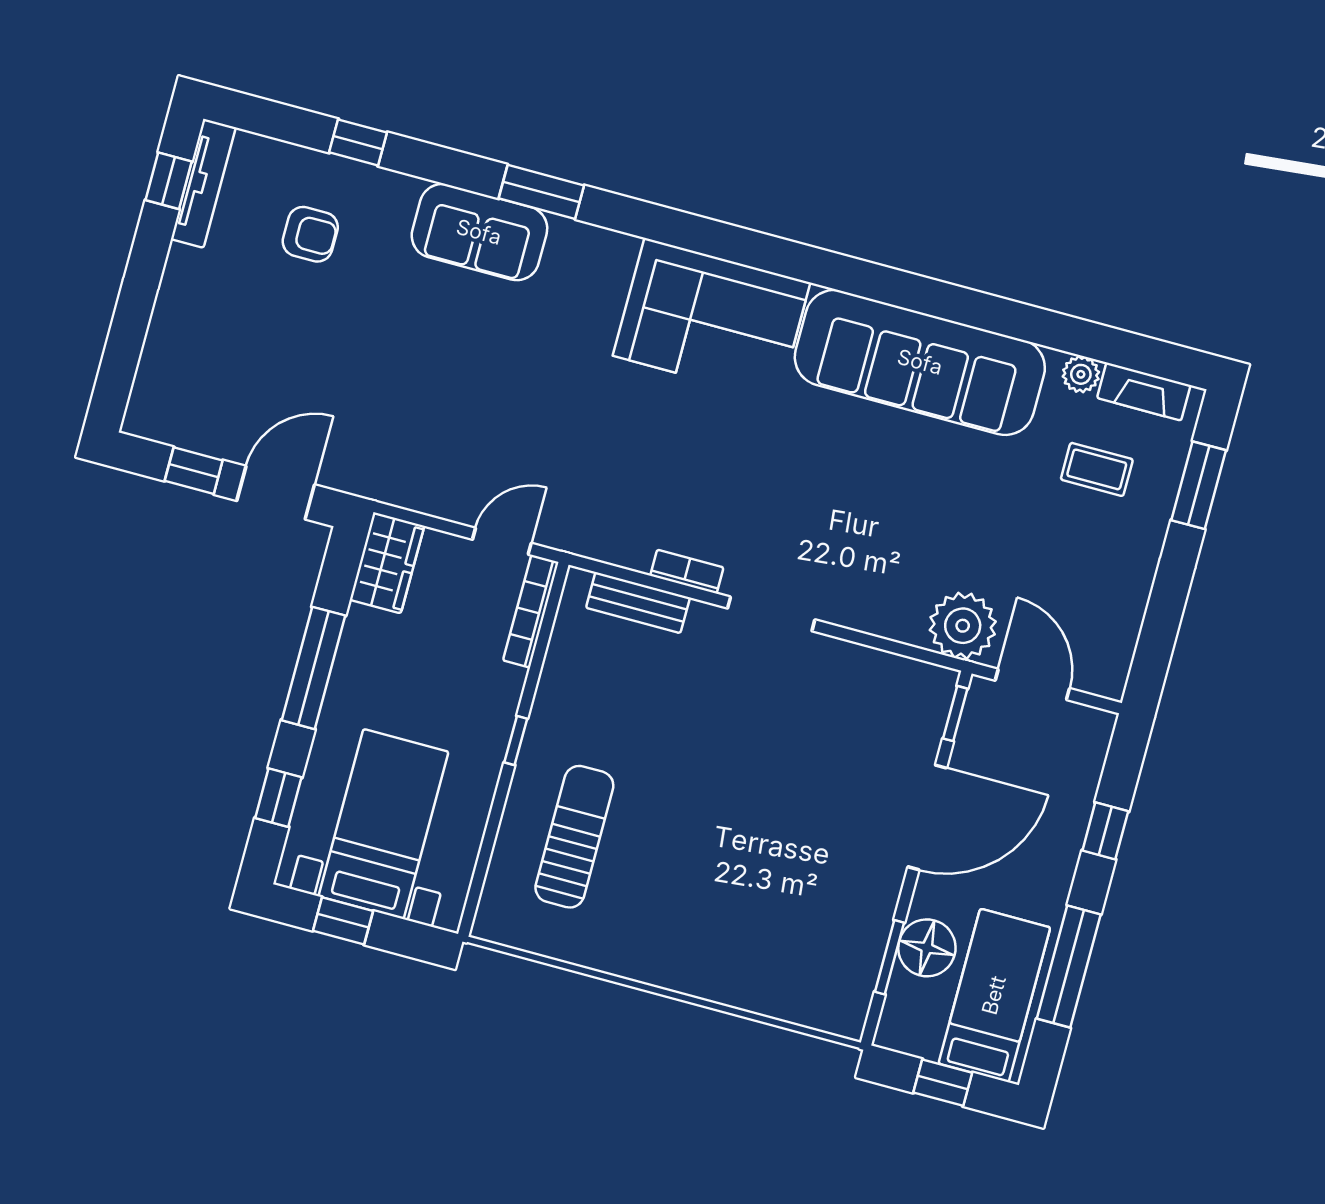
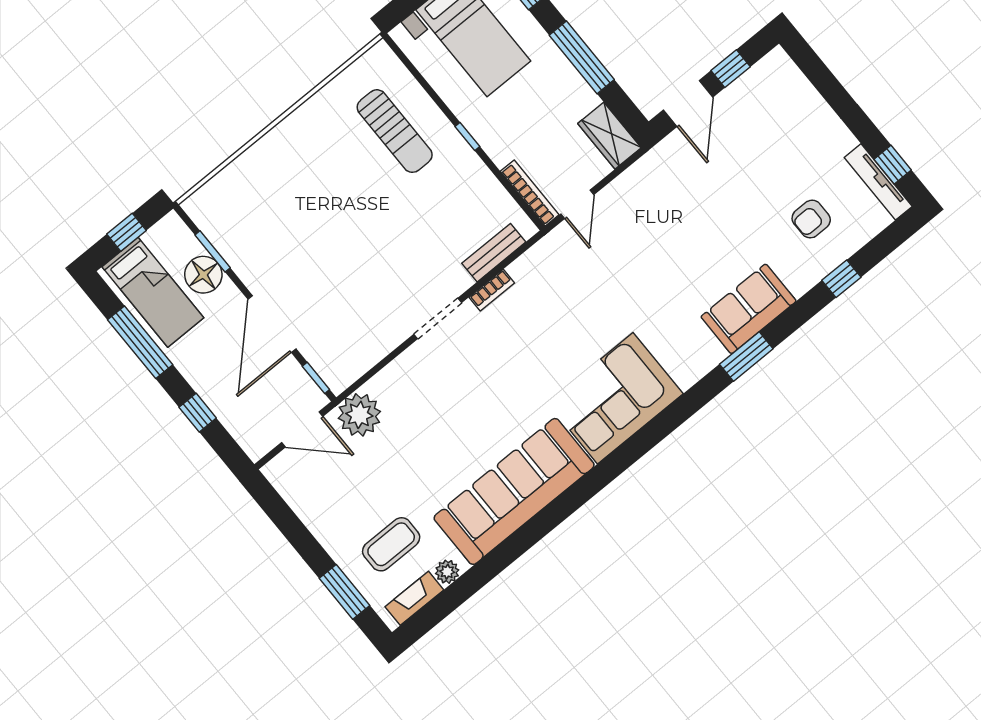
coffee table: (1097, 469) -> (391, 544), width x1.36, depth x1.30

